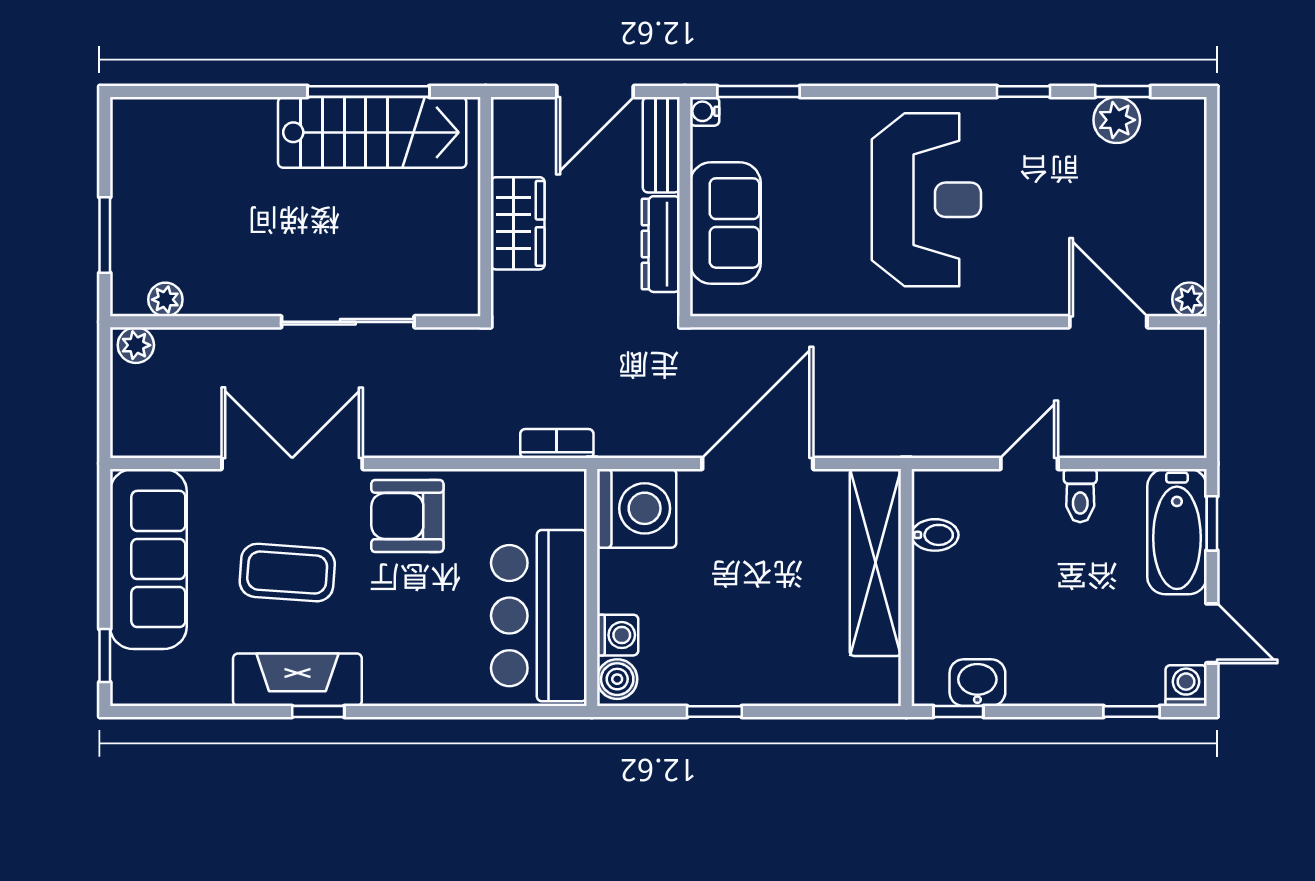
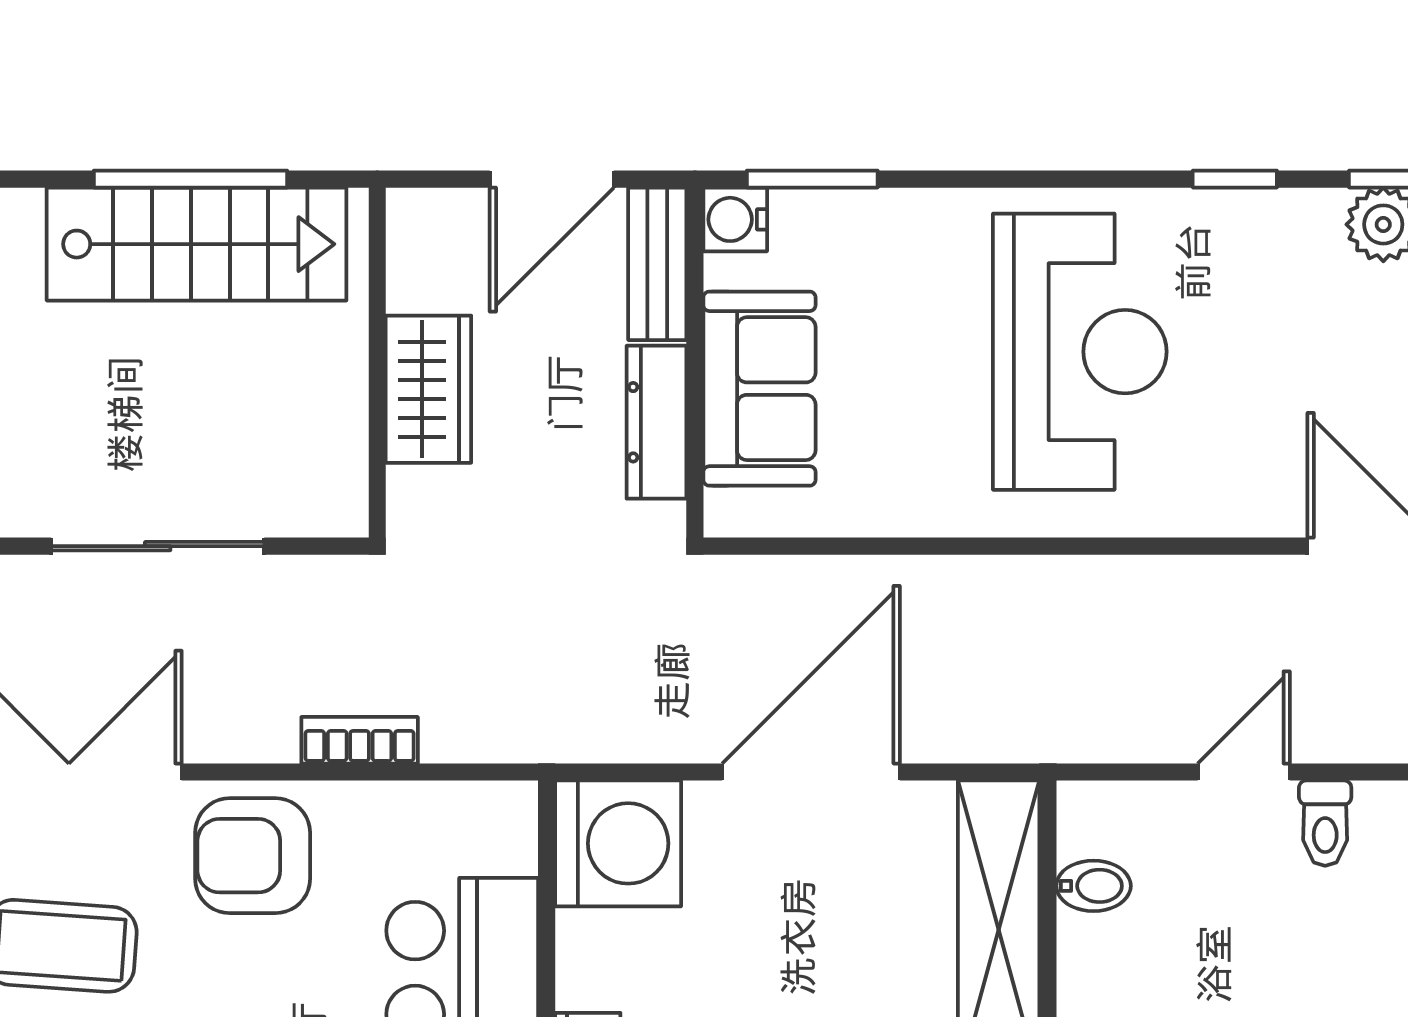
water cooler: (705, 111) -> (735, 219), width x1.38, depth x1.38
bookcase: (557, 444) -> (360, 740), moved

